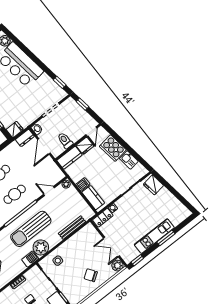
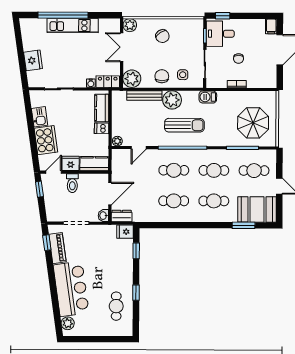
piano: (50, 84) -> (57, 248), added
window: (82, 104) -> (39, 189), moved
toilet: (65, 141) -> (72, 183), moved
fridge: (153, 185) -> (33, 60), moved
door: (49, 191) -> (139, 148), hinge flipped
sun lounger: (31, 229) -> (184, 125), width x0.73, depth x0.75
plant: (89, 232) -> (132, 79), added
window: (166, 238) -> (63, 15), width x2.11
plant: (41, 247) -> (172, 100), moved
double door: (111, 247) -> (122, 47), swing flipped
chair: (71, 249) -> (162, 76), added
window: (137, 260) -> (107, 15), removed

